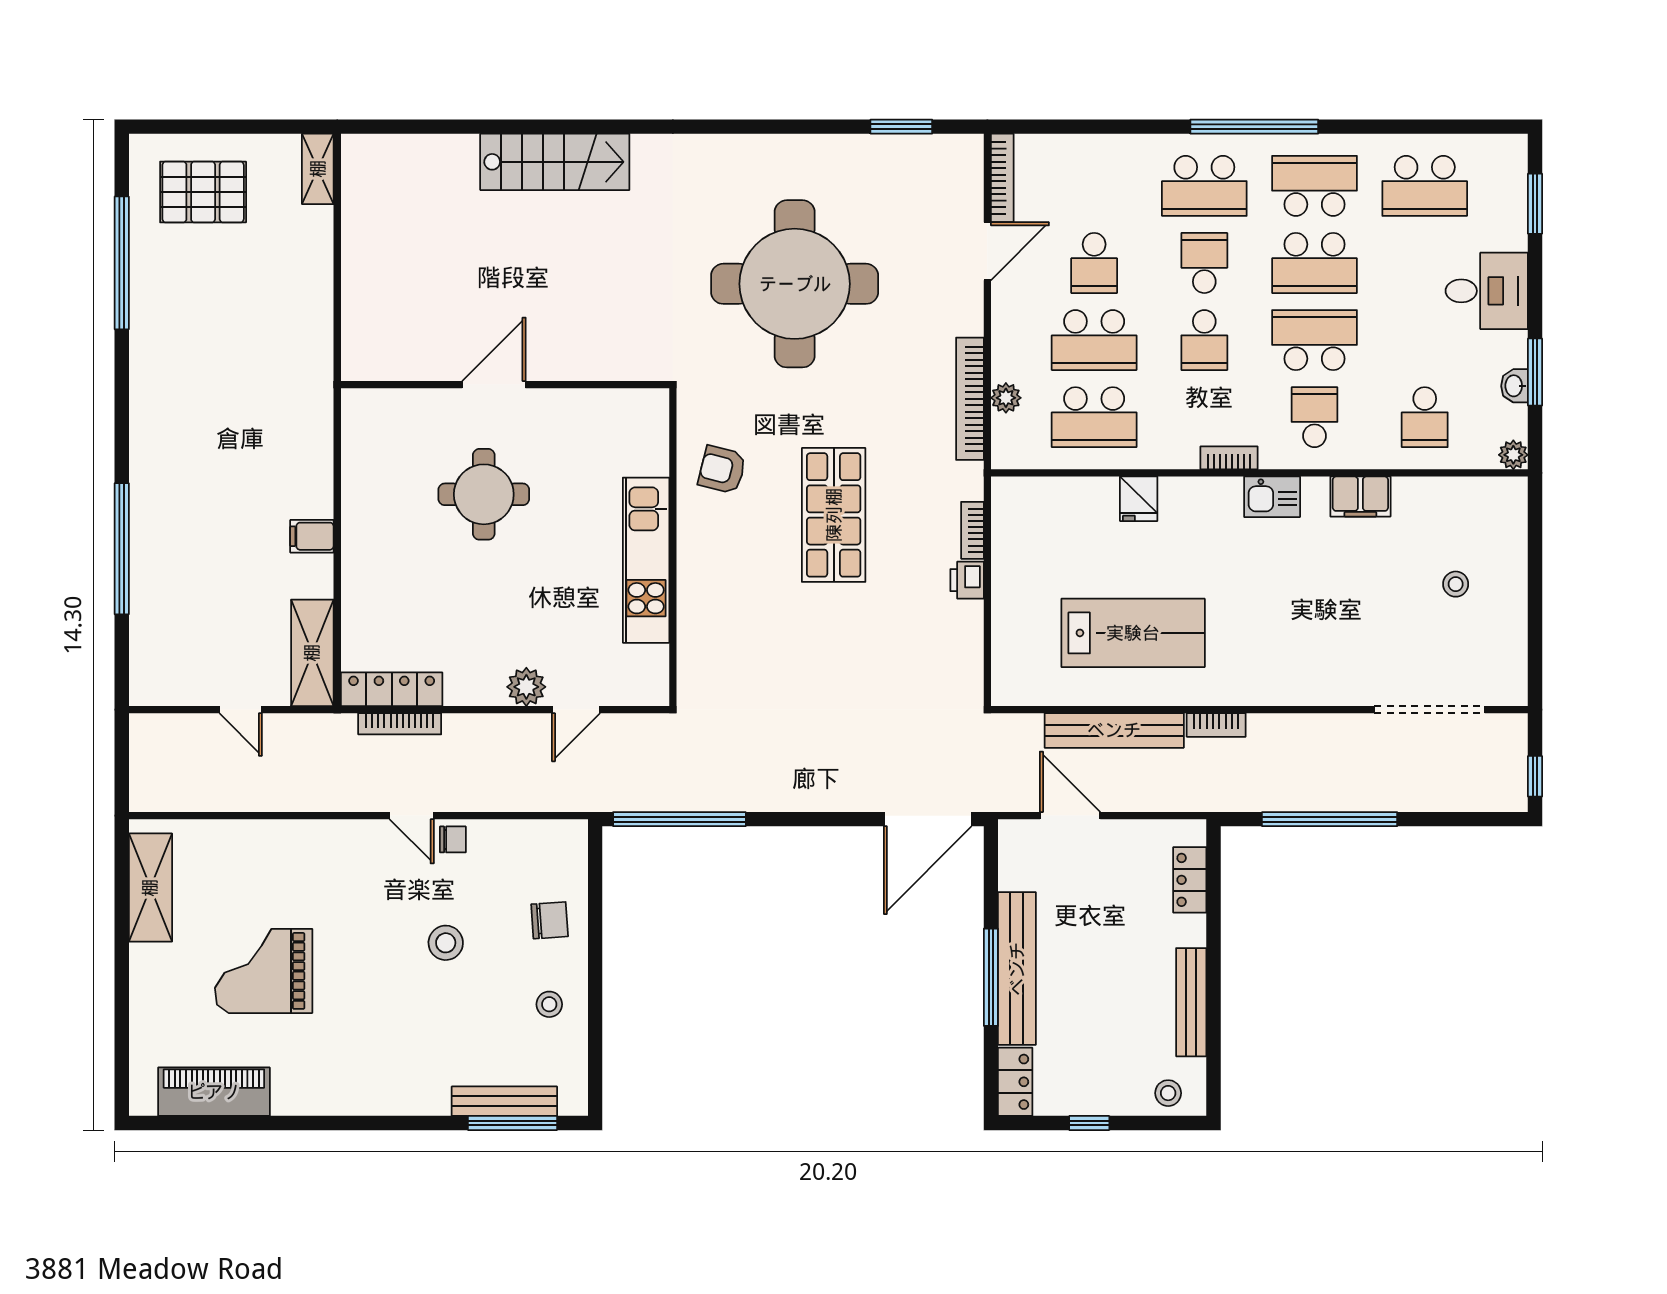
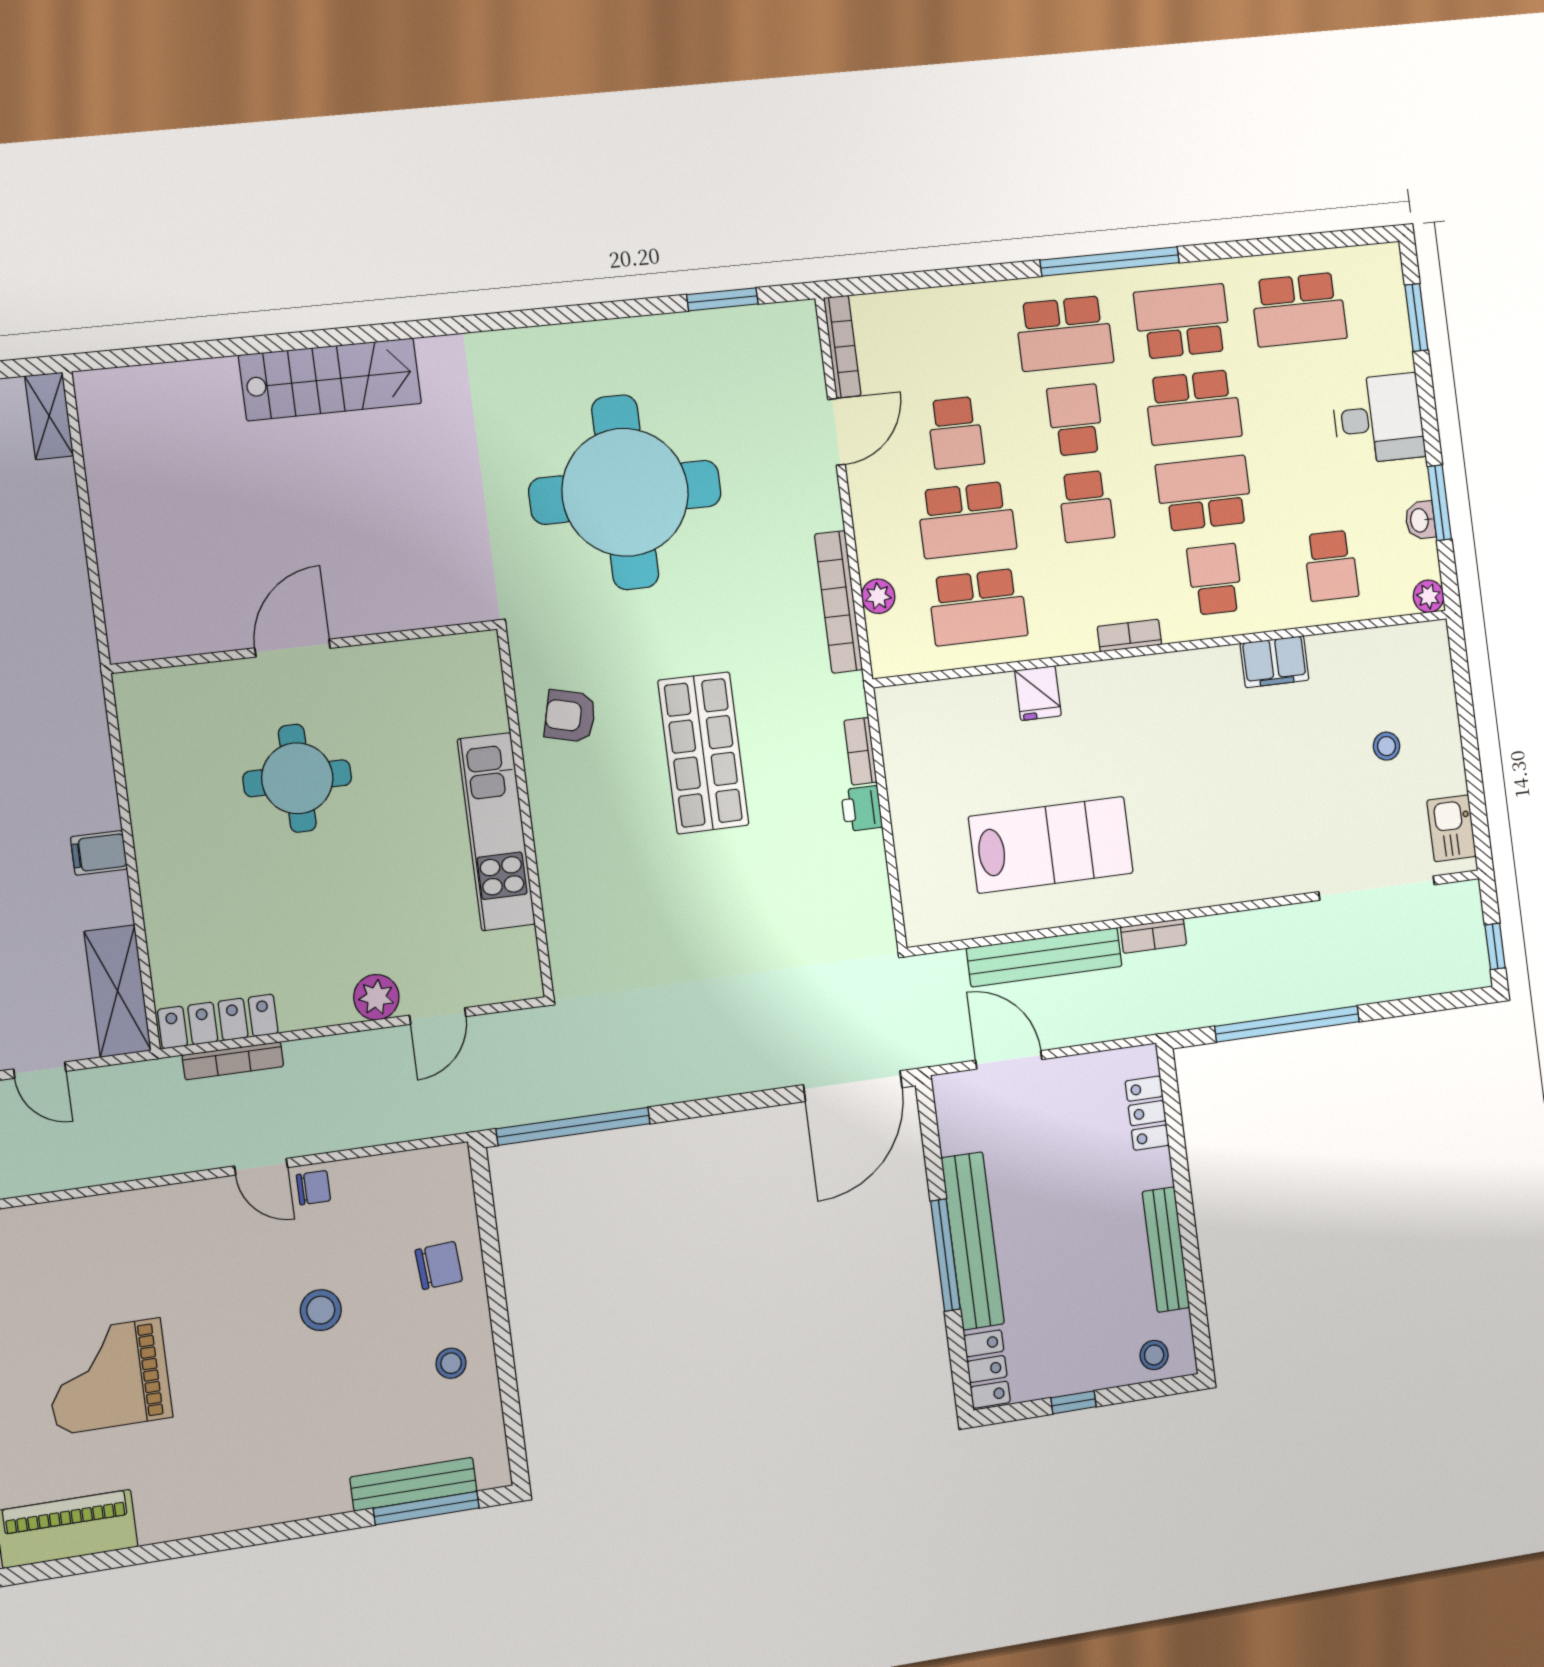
kitchen sink: (1272, 497) -> (1452, 828), moved, turned 90

